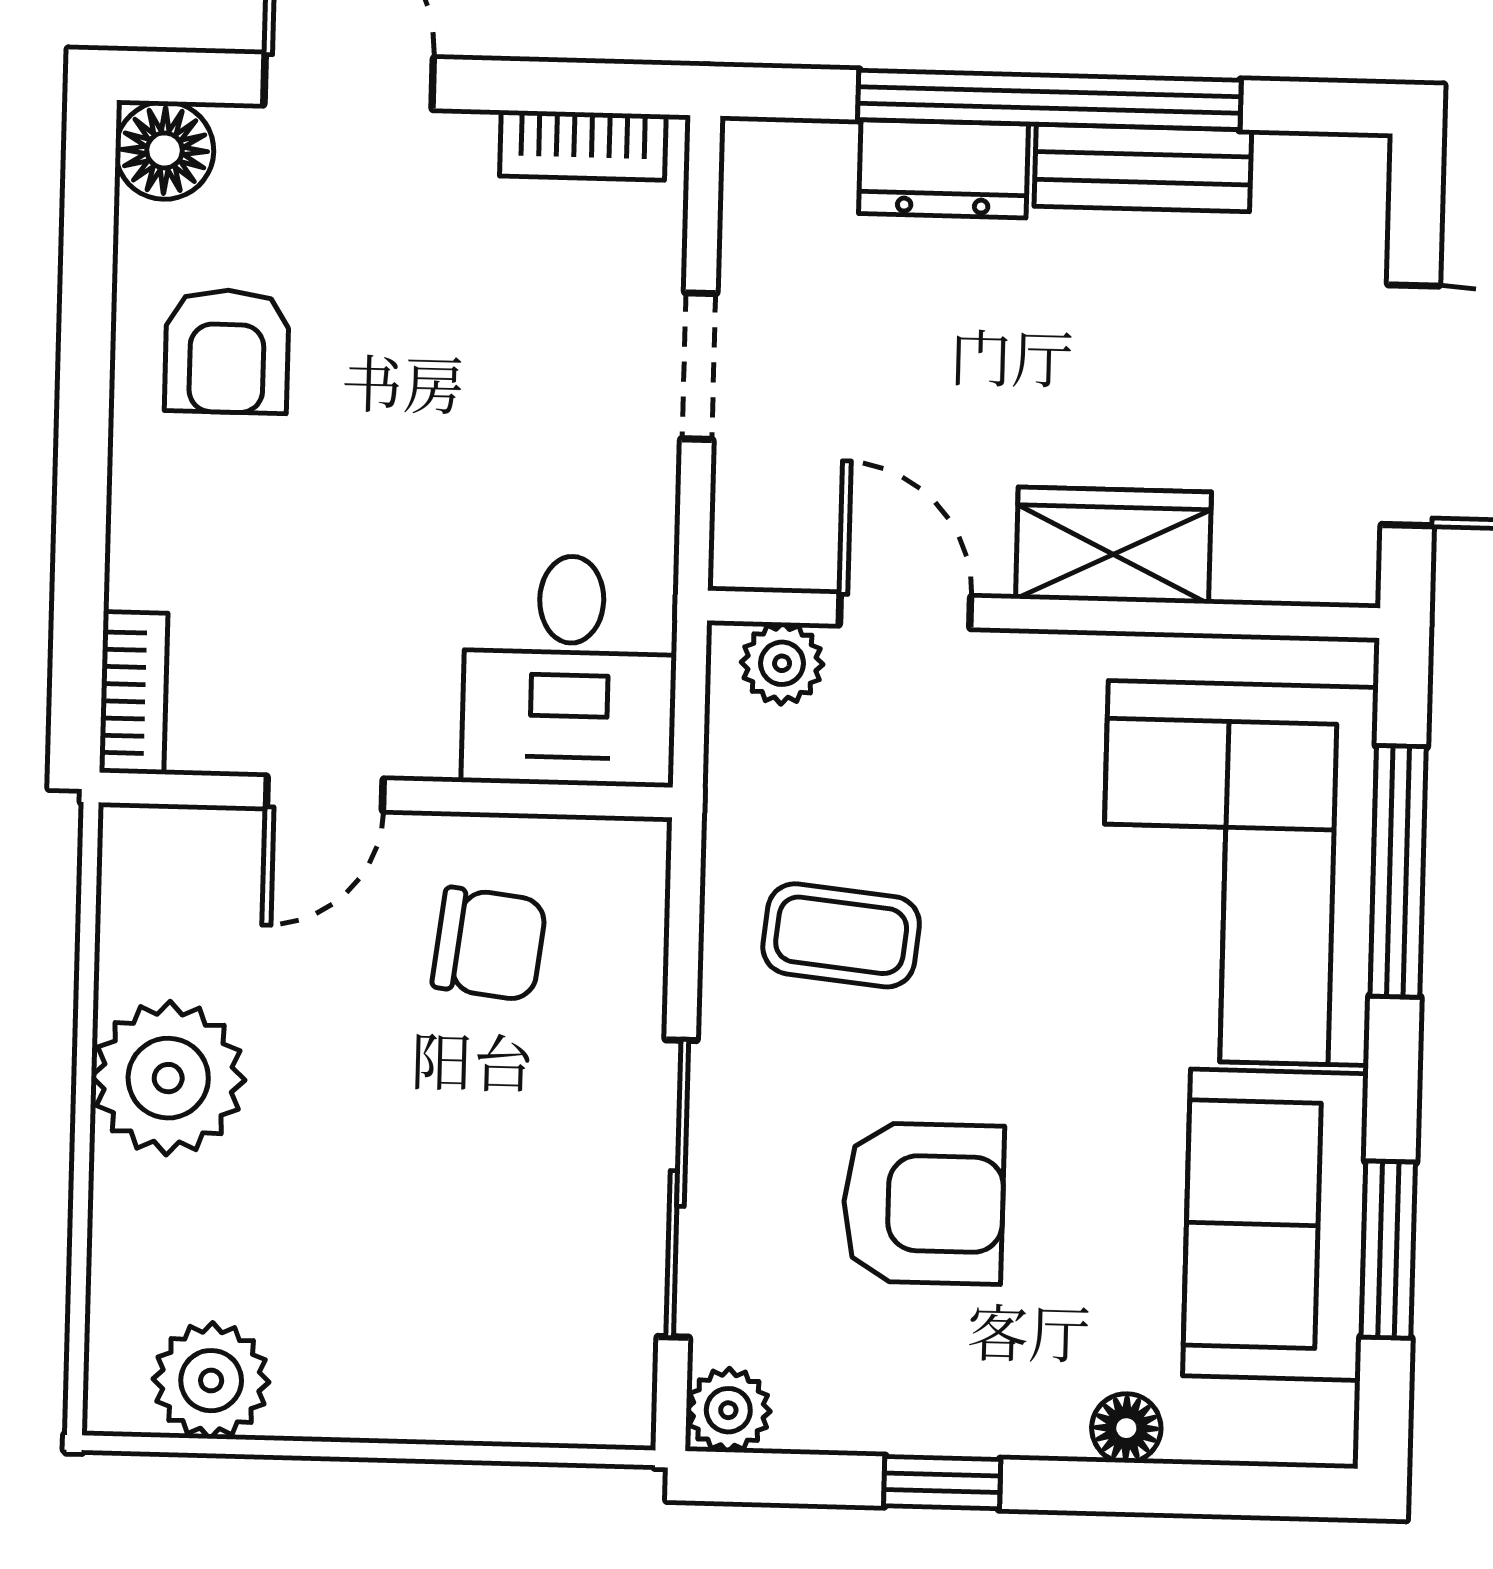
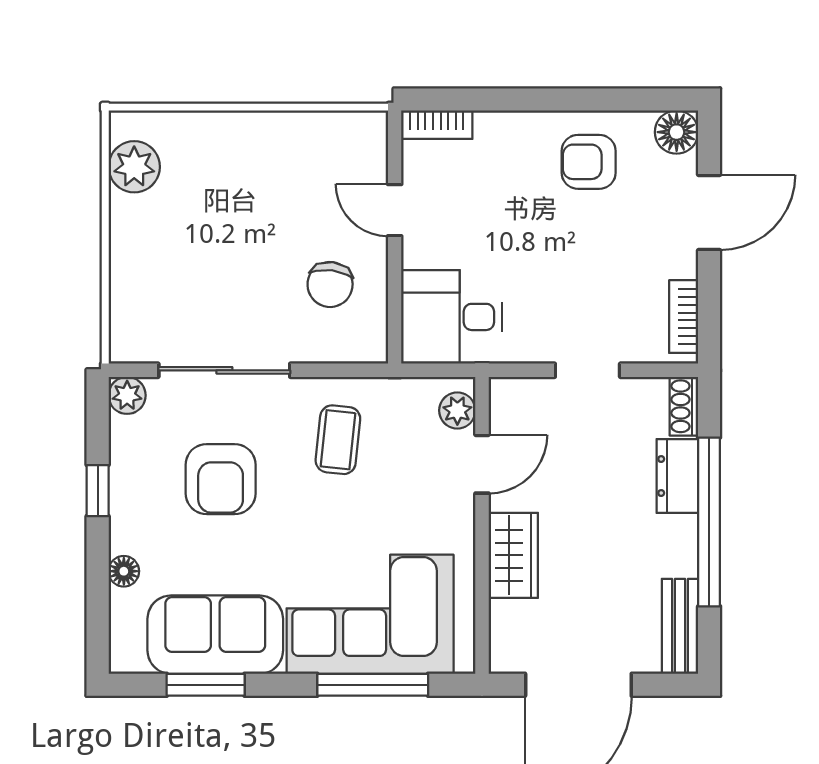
shoe rack: (786, 150) -> (684, 406), added
bench: (1143, 168) -> (680, 626), moved
plant: (168, 1078) -> (267, 144), removed

